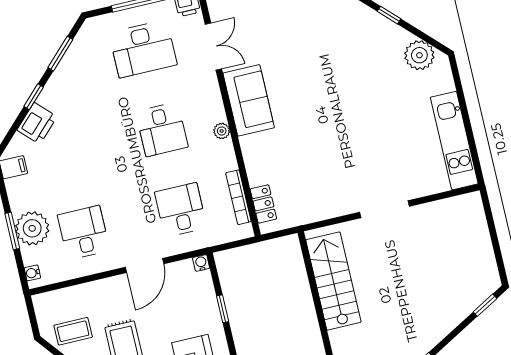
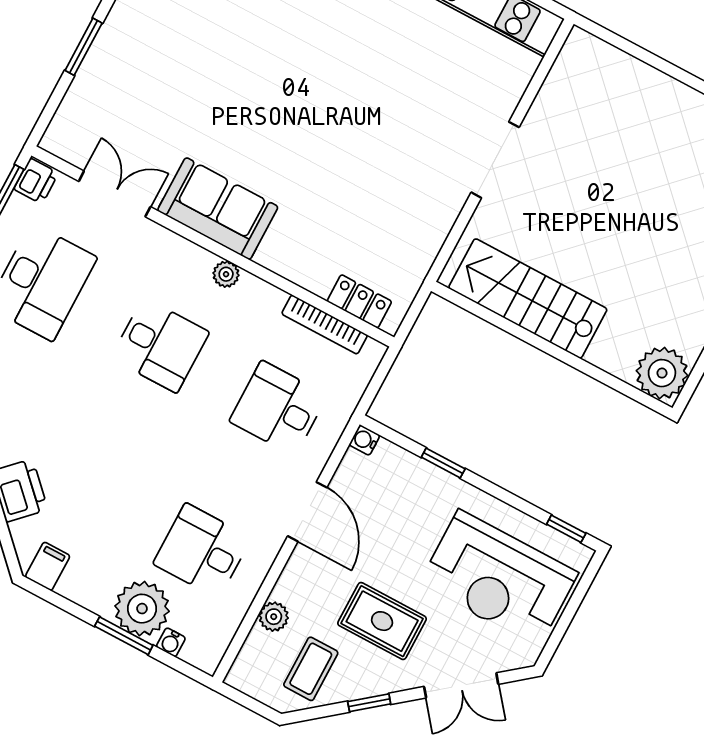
water cooler: (32, 273) -> (171, 642), moved
plant: (82, 293) -> (274, 617), added

